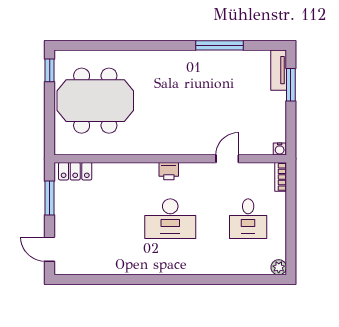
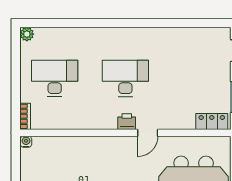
door: (227, 159) -> (148, 133), moved
desk: (248, 219) -> (55, 78), width x1.37

